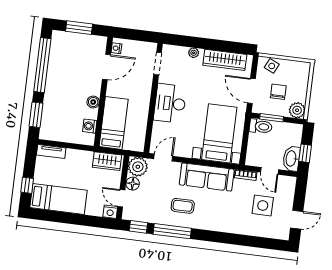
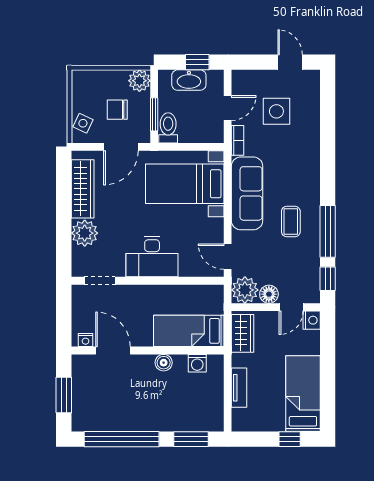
plant: (194, 53) -> (85, 233), width x1.88, depth x1.88
tv unit: (51, 152) -> (239, 388), moved
washbasin: (291, 159) -> (189, 80), moved

